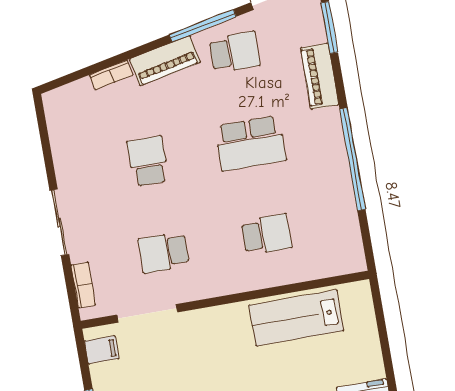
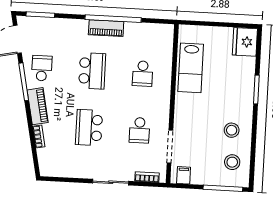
piano: (320, 76) -> (106, 28), moved
school desk: (148, 161) -> (89, 128), width x1.85
school desk: (266, 234) -> (143, 74), turned 180

